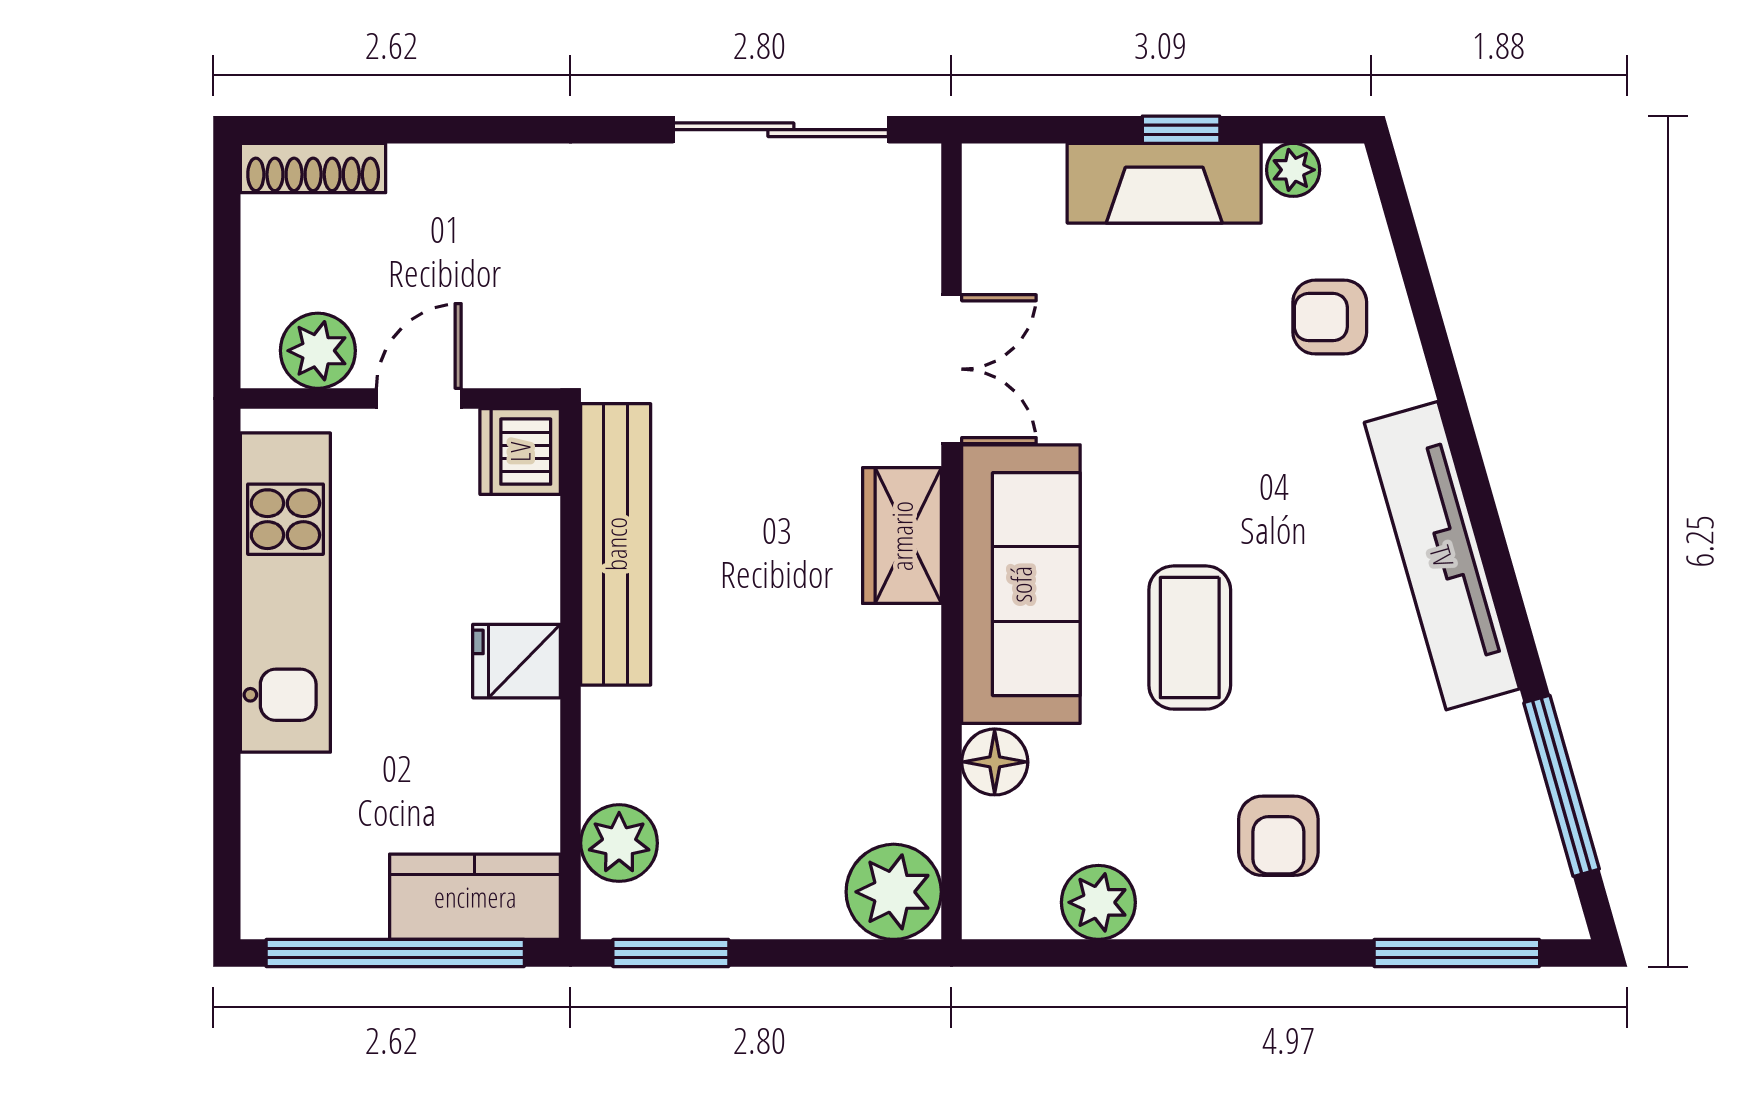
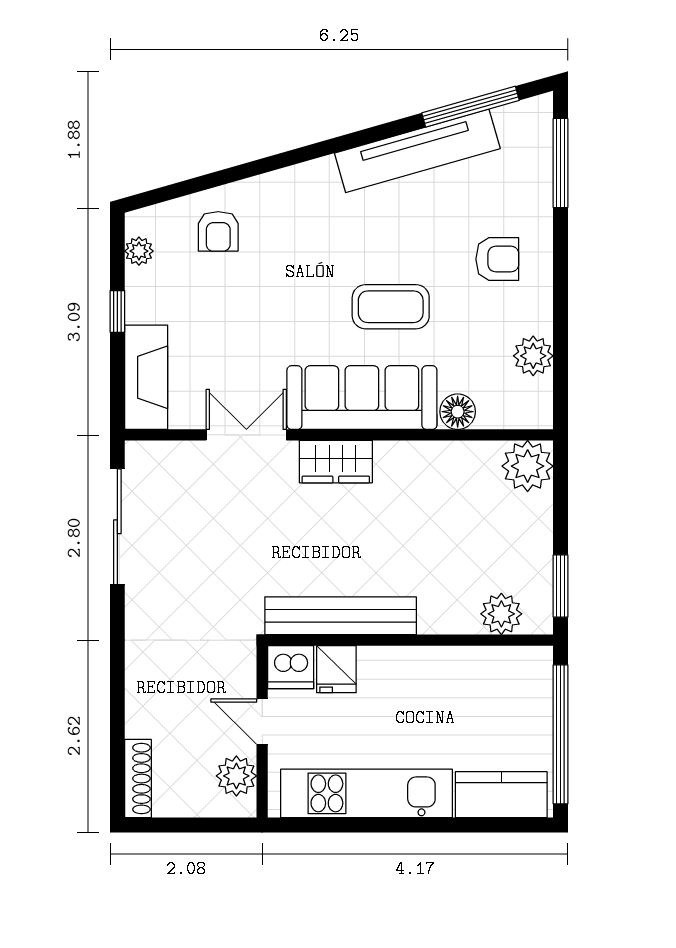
fireplace: (1164, 183) -> (146, 377), moved
tv unit: (1442, 556) -> (417, 151), moved
fridge: (516, 661) -> (336, 669), moved
kitchen counter: (475, 897) -> (501, 795), moved, turned 90

